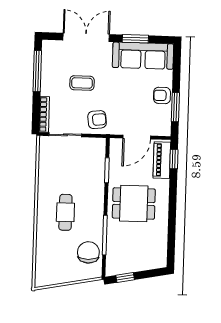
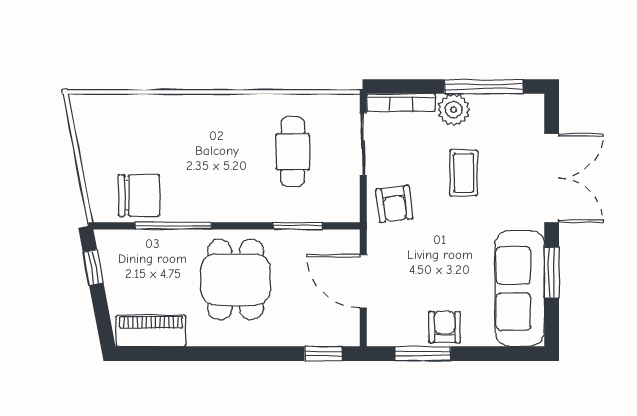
plant: (49, 87) -> (454, 110), added
piano: (162, 160) -> (151, 331), moved
cafe table: (65, 212) -> (293, 152), moved, turned 90

